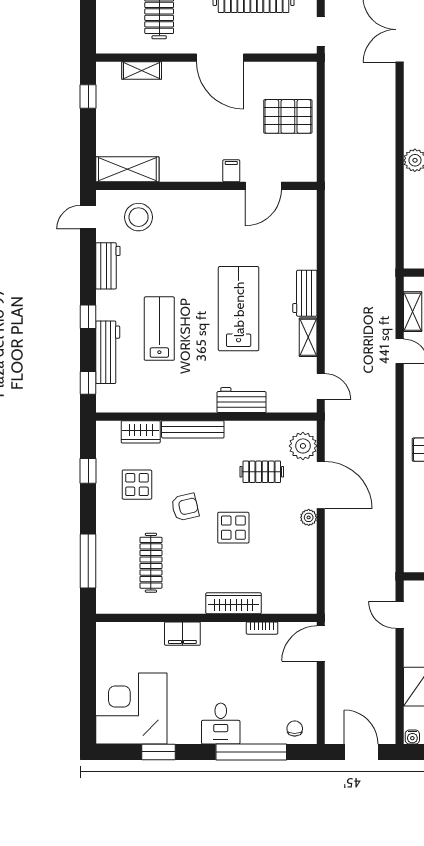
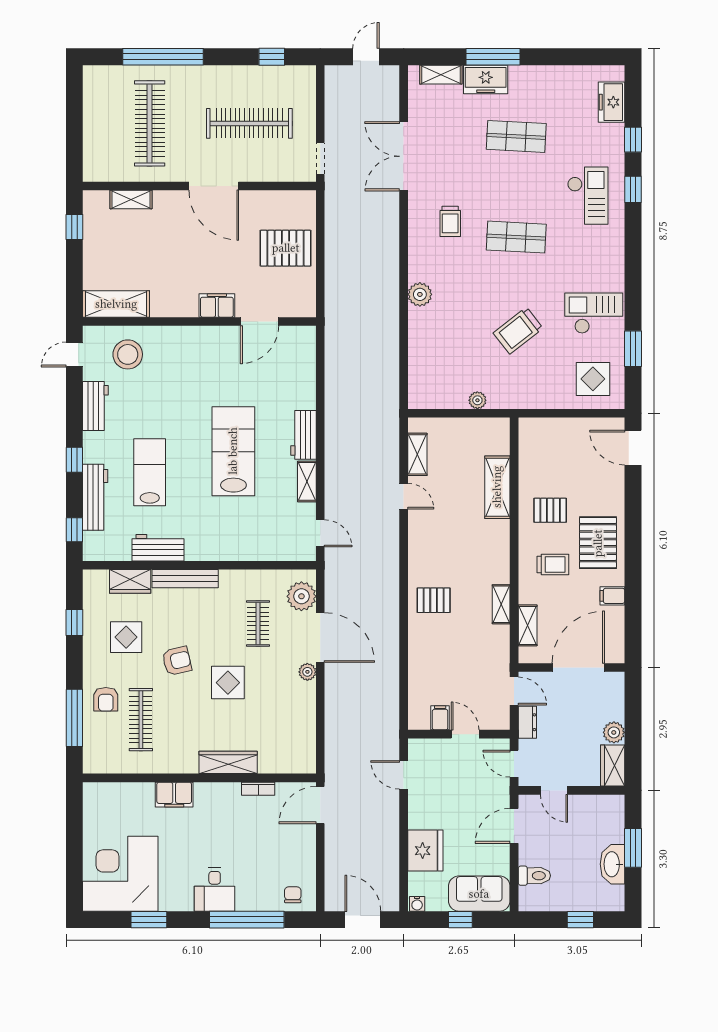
filing cabinet: (231, 171) -> (217, 306), width x2.00
workbench: (242, 400) -> (158, 548), moved
clothes rail: (262, 472) -> (258, 624), turned 90
armchair: (118, 543) -> (106, 699), added

